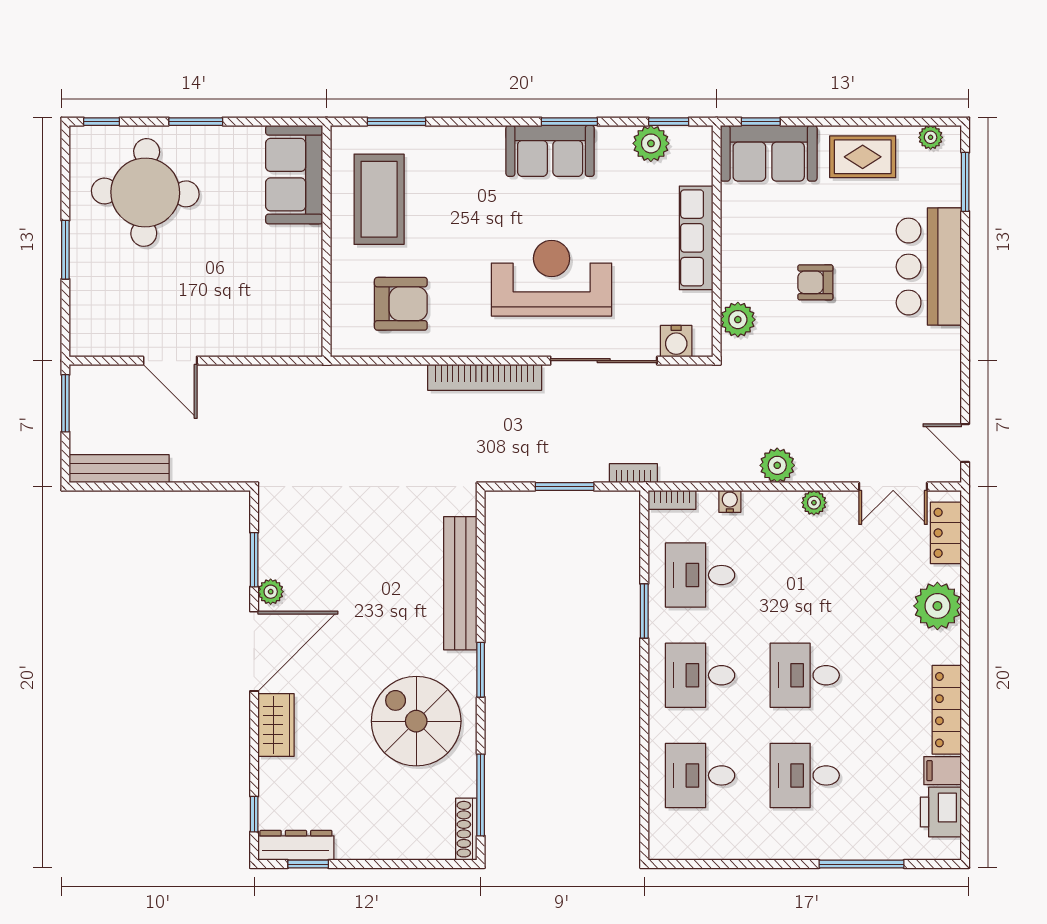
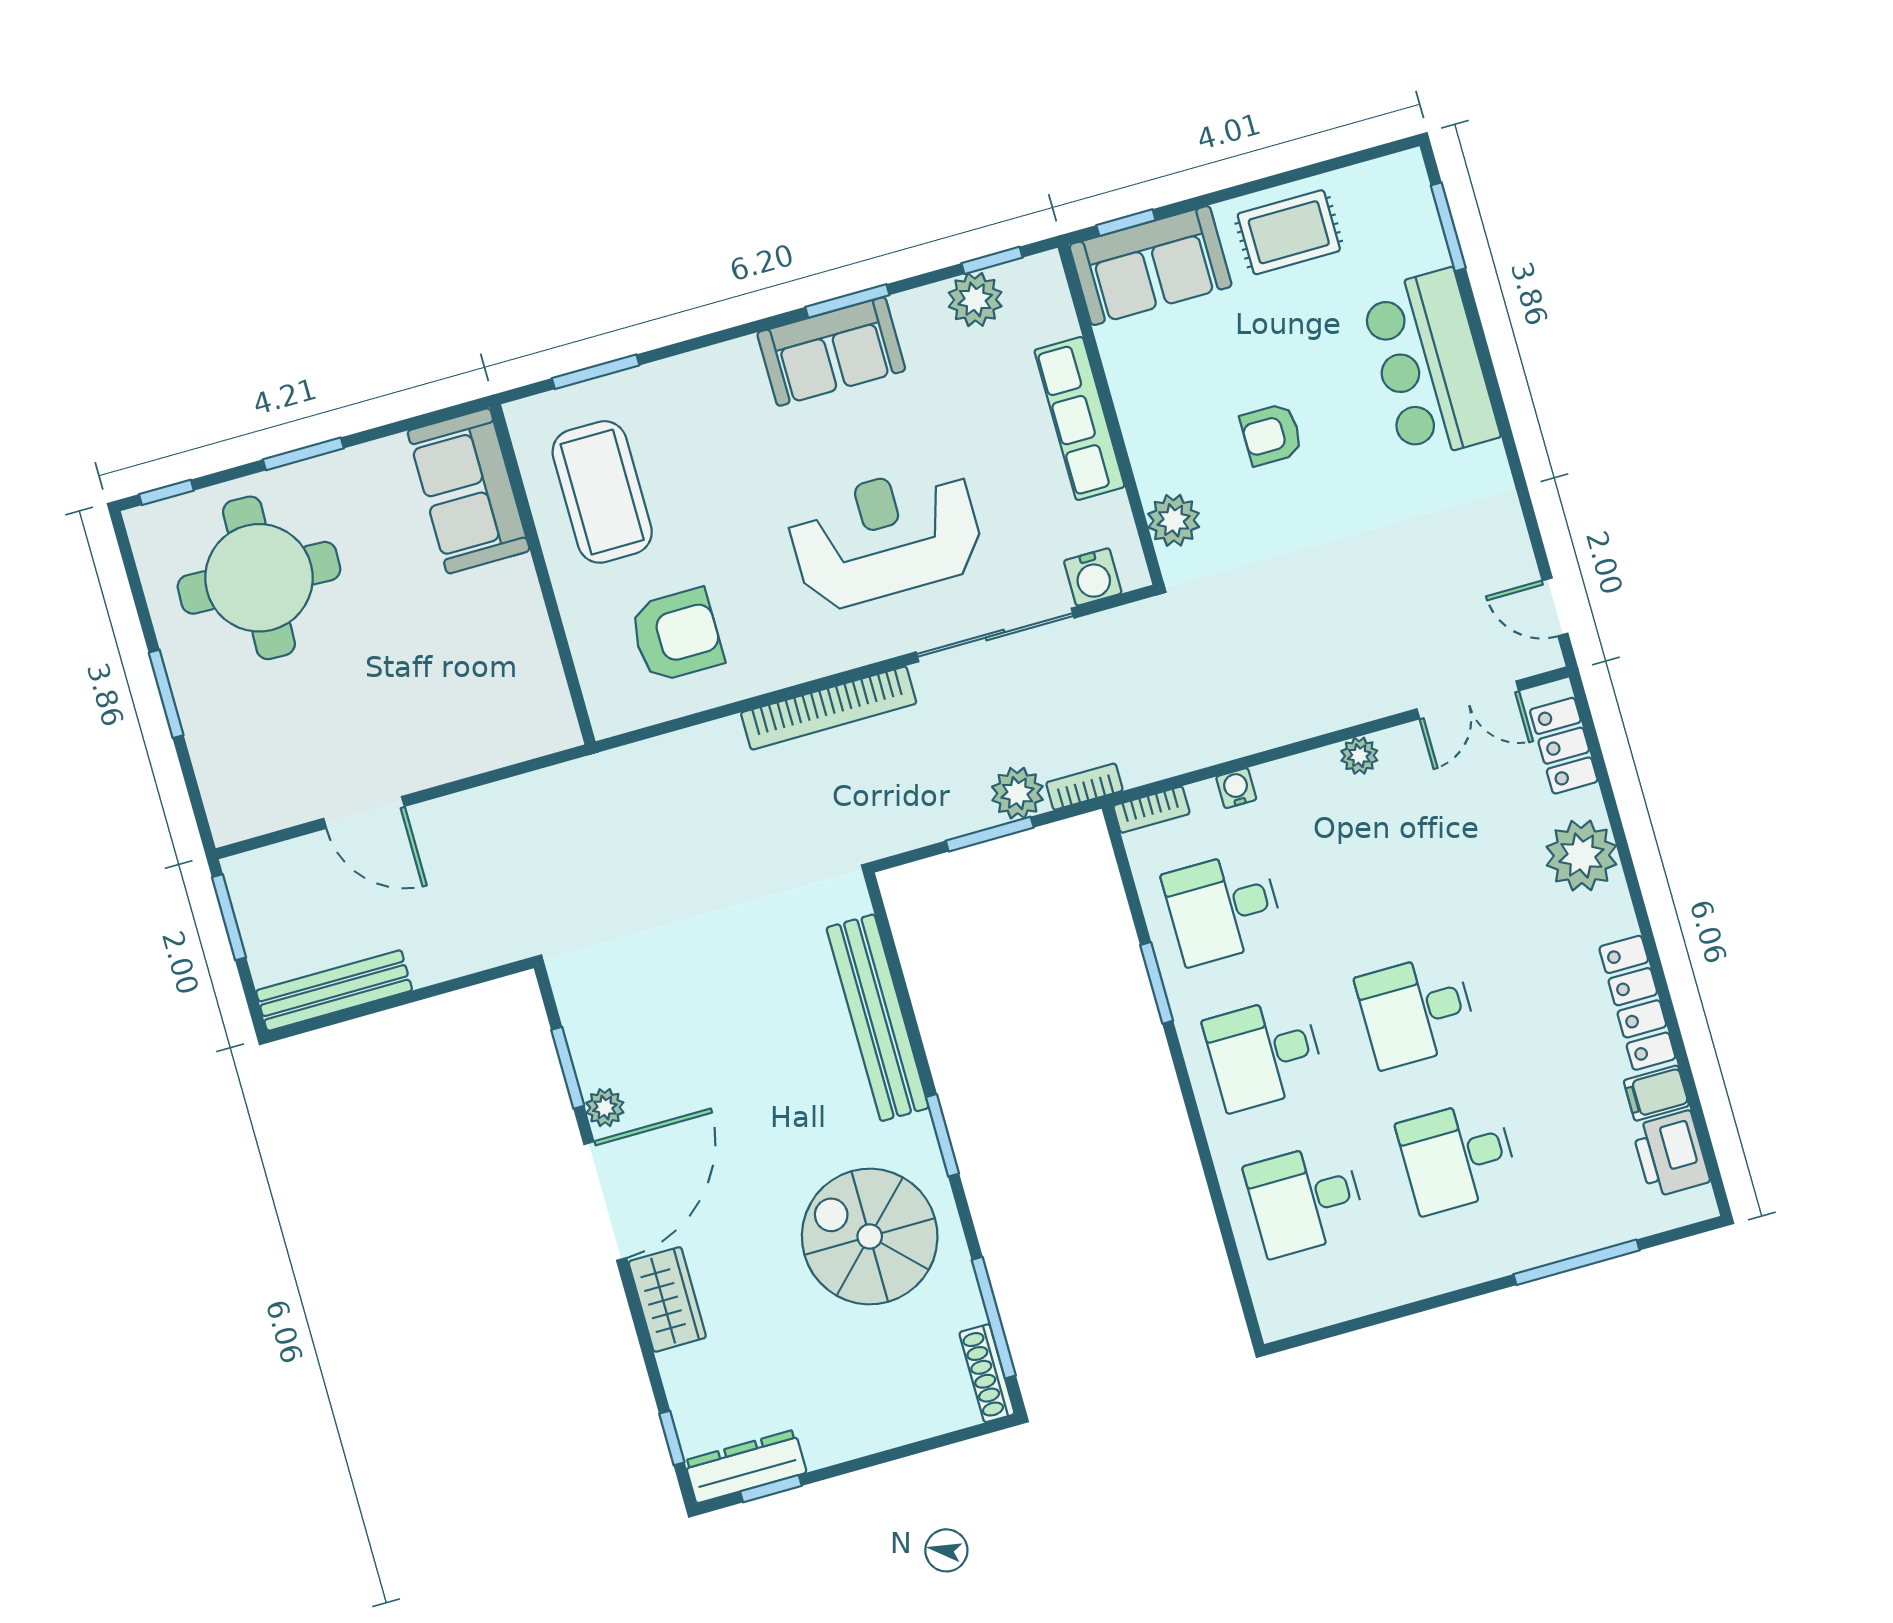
plant: (931, 137) -> (1380, 176), removed
plant: (777, 465) -> (1017, 793), moved

